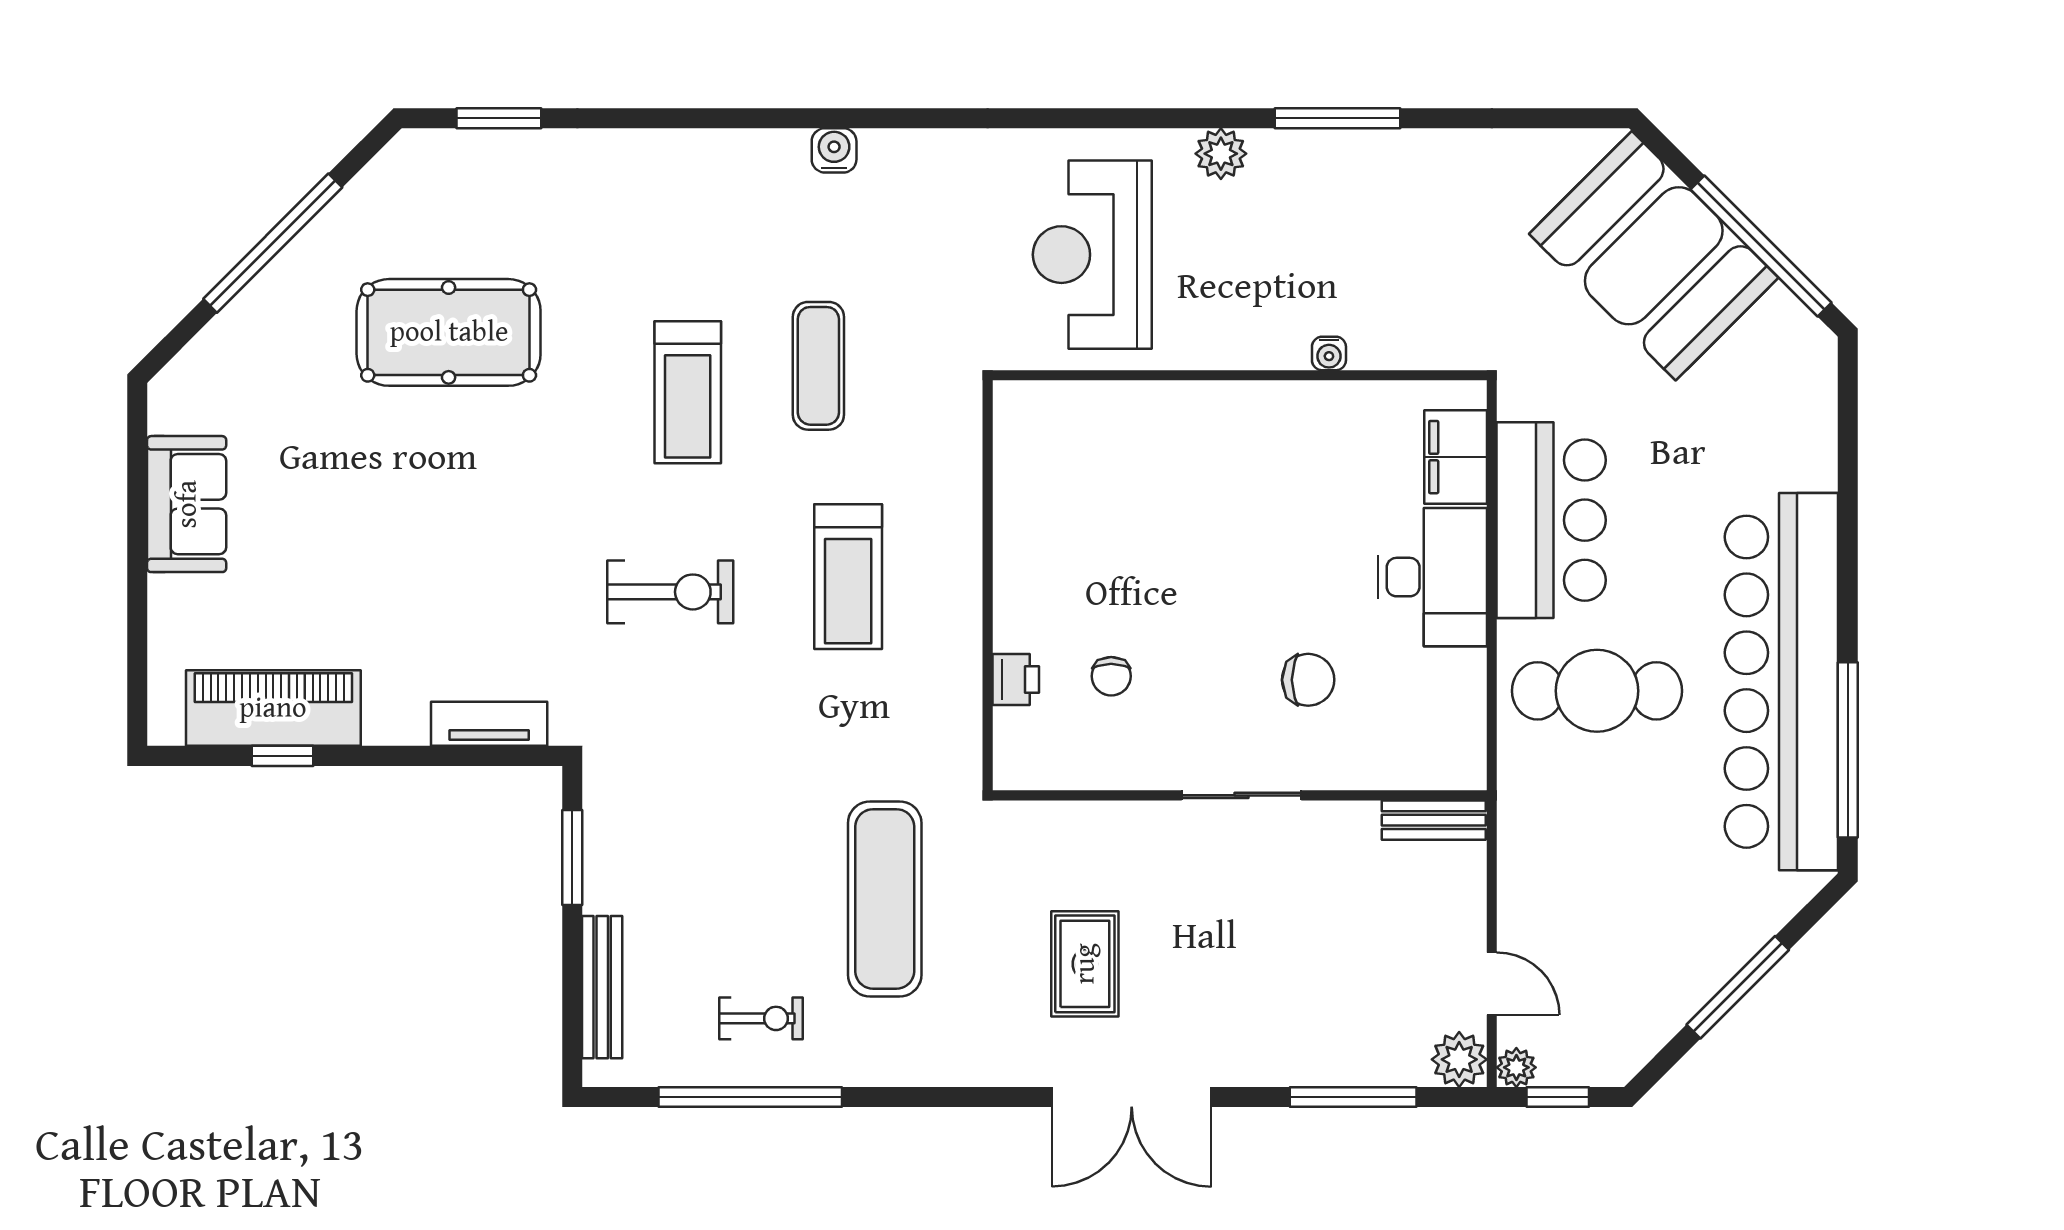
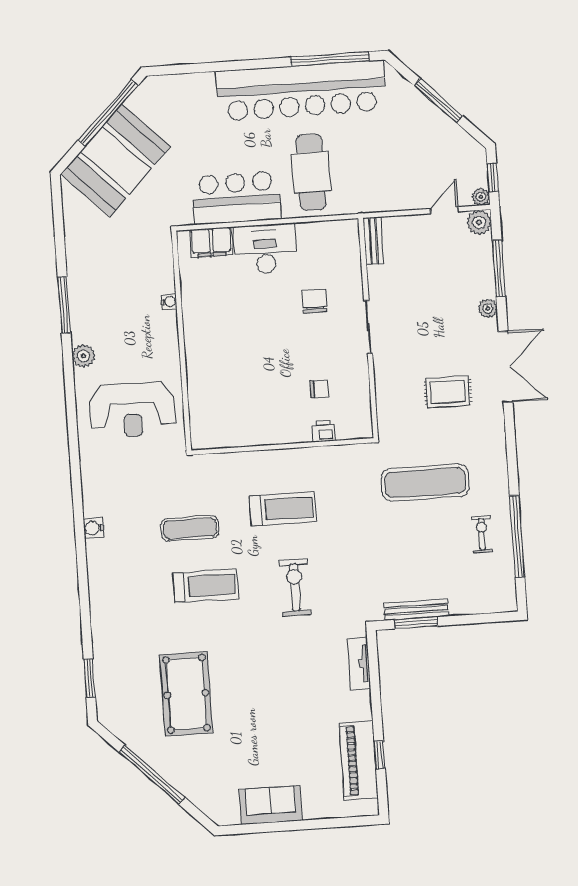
bench: (602, 987) -> (416, 610), moved
plant: (1265, 1066) -> (488, 308), added

